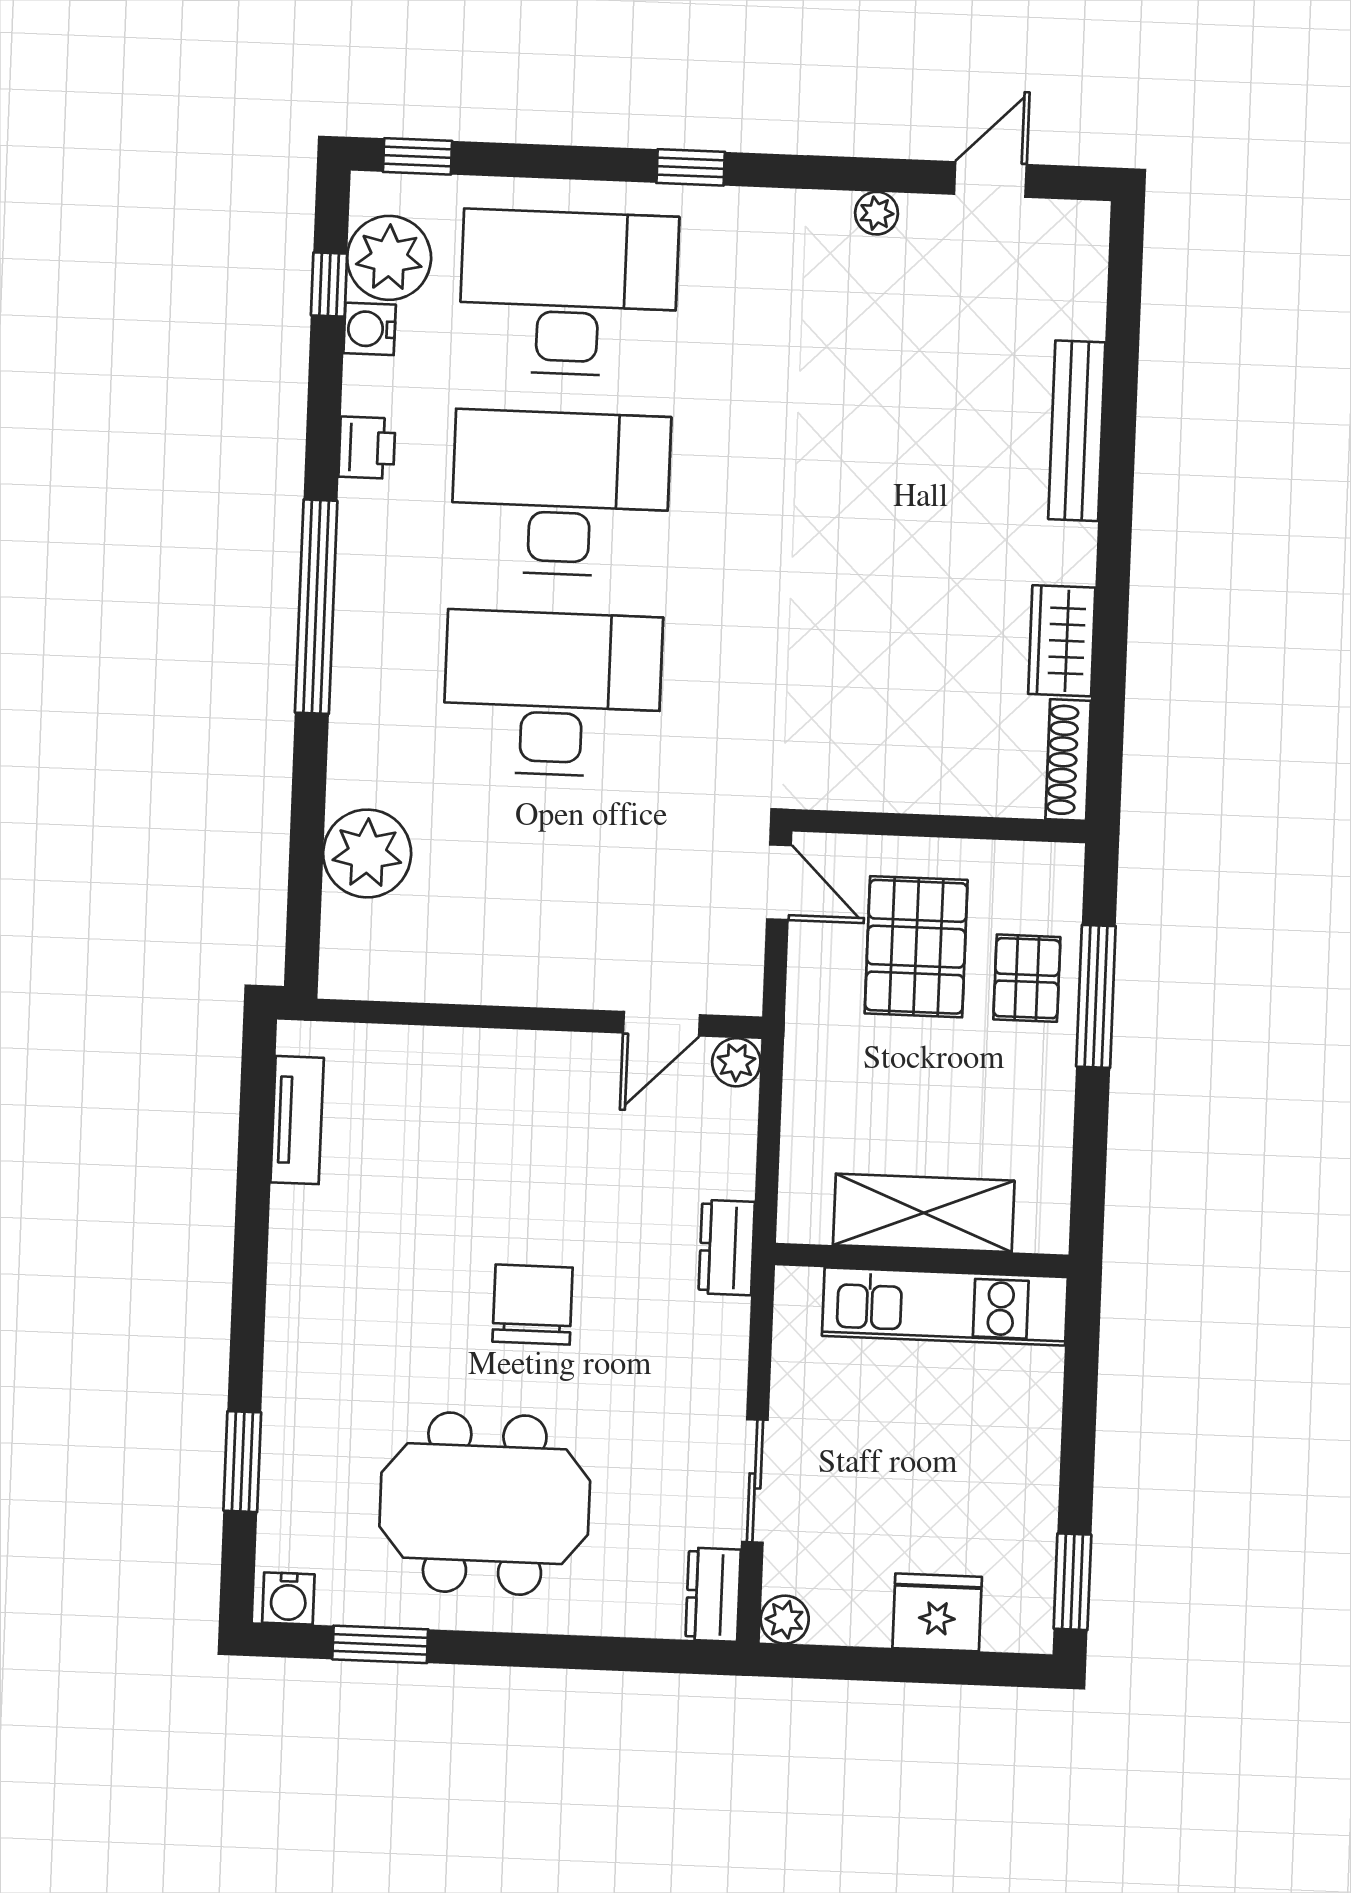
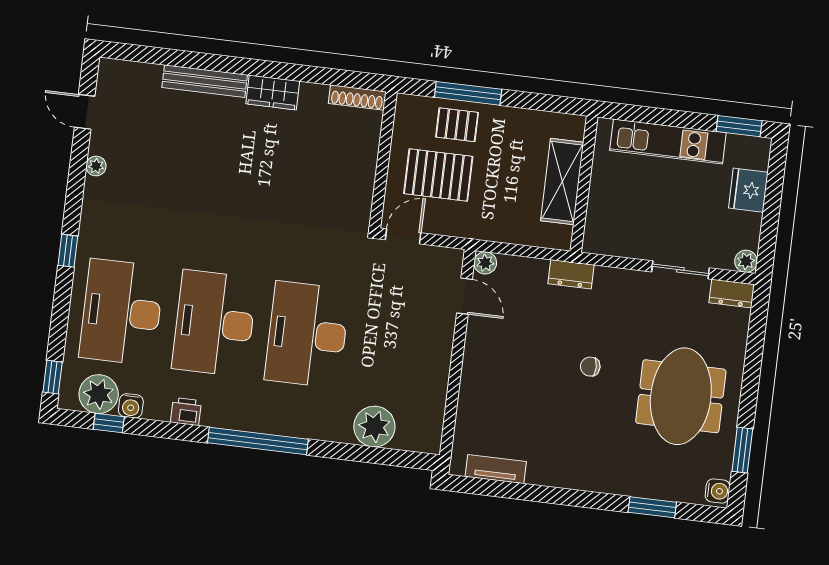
wardrobe: (1062, 641) -> (273, 92), moved
chair: (533, 1305) -> (590, 367), width x0.54, depth x0.54
kitchen unit: (945, 1306) -> (668, 142), moved, turned 90

